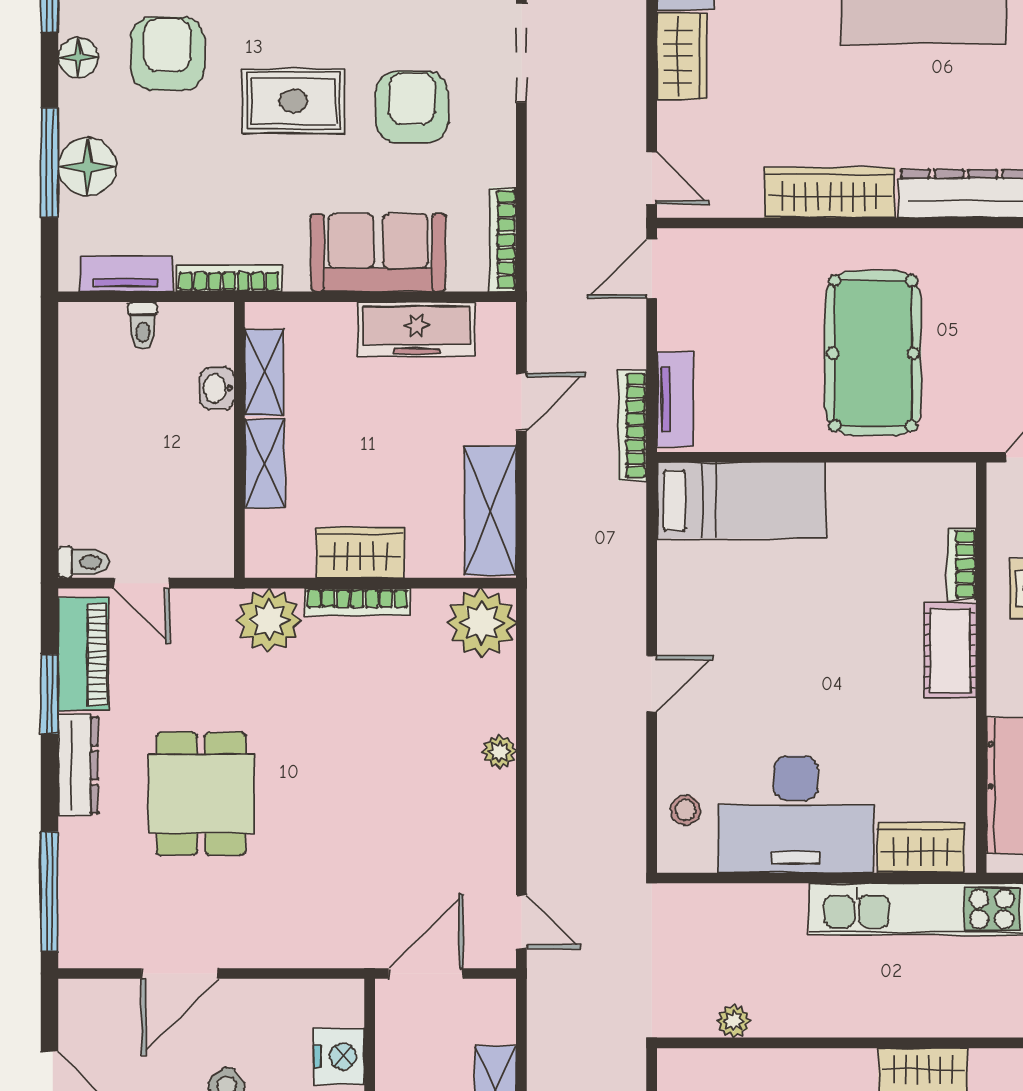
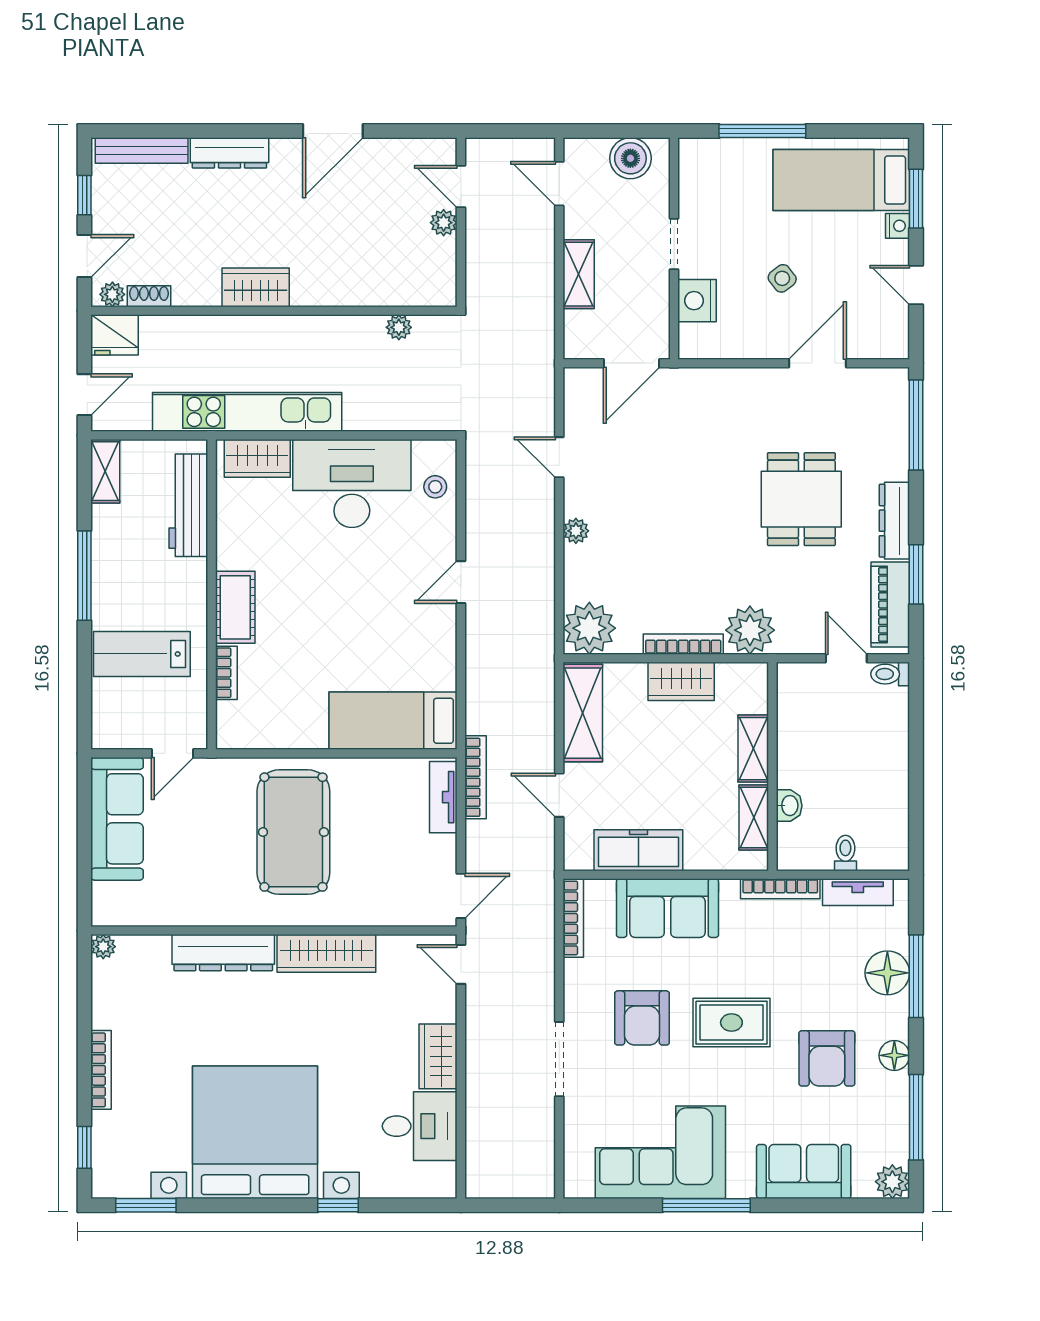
door: (521, 402) -> (559, 795), hinge flipped
door: (521, 922) -> (559, 457), moved

